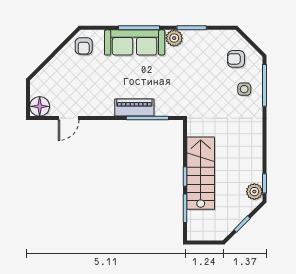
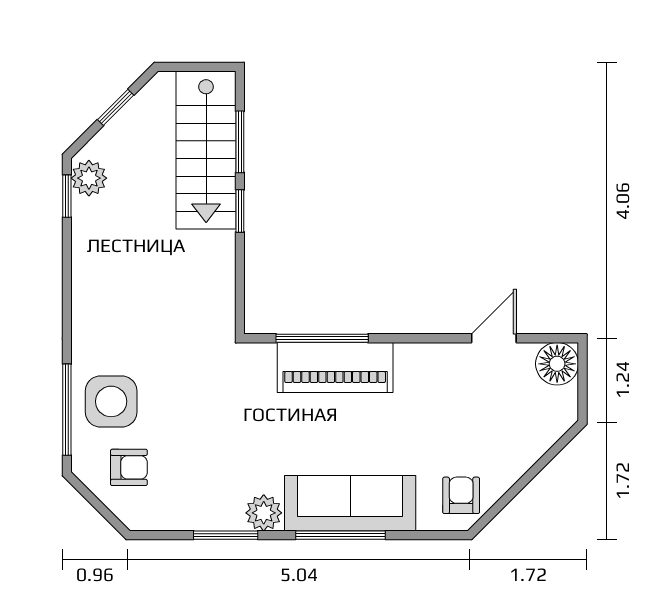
side table: (244, 89) -> (111, 401), width x1.87, depth x1.87
piano: (134, 108) -> (335, 367), width x1.37, depth x1.33
stairs: (201, 173) -> (206, 150), moved

